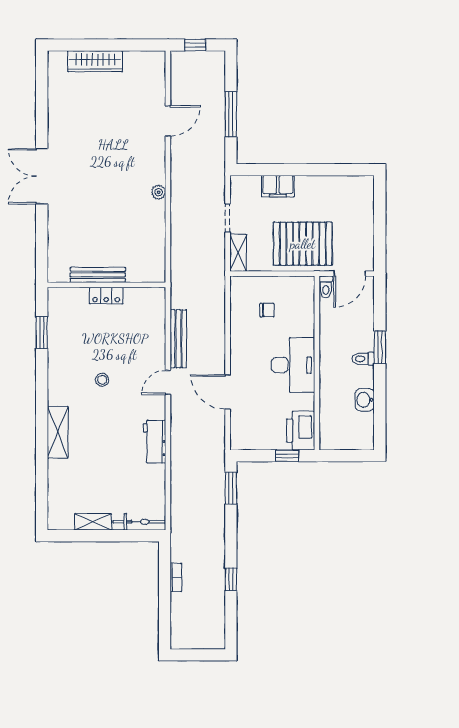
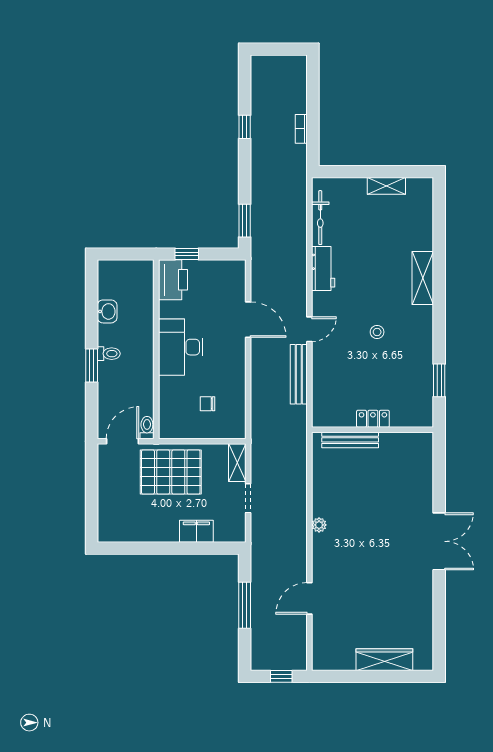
bench: (98, 275) -> (350, 440), moved
bicycle: (139, 522) -> (320, 218), moved, turned -90

